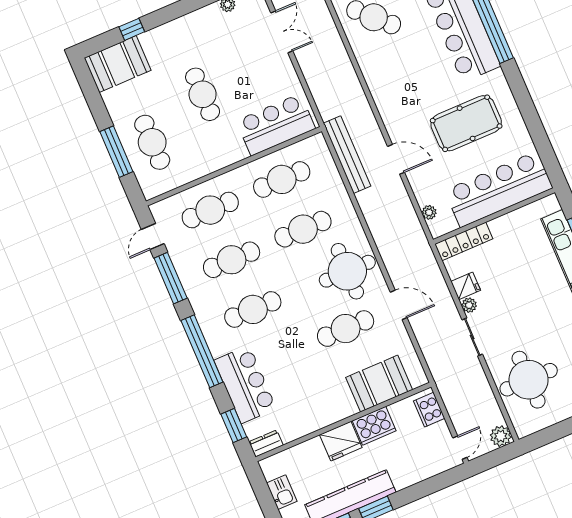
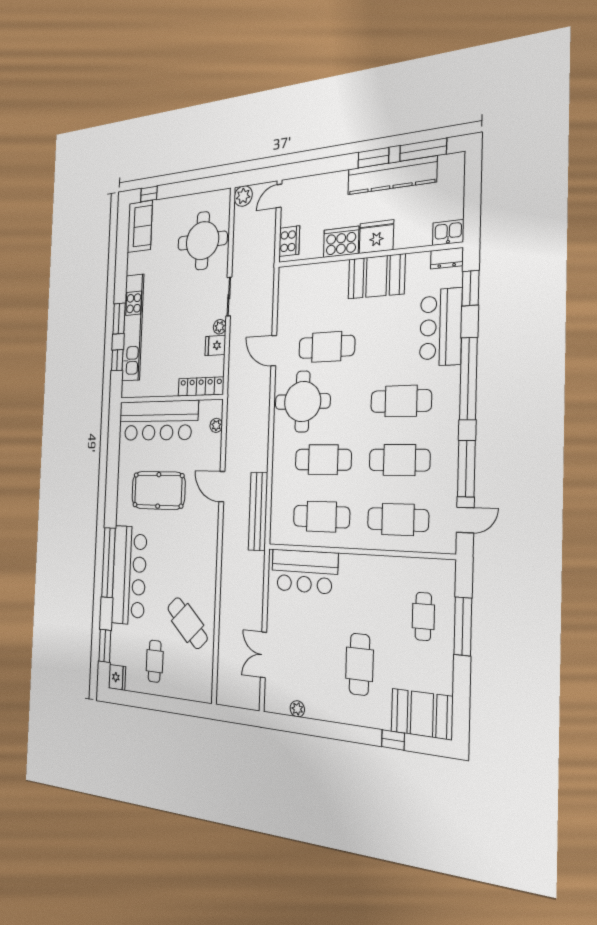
cafe table: (203, 94) -> (359, 664), moved
cafe table: (152, 142) -> (423, 616), width x0.73, depth x0.74
booth: (379, 384) -> (376, 276), moved
kitchen sink: (282, 492) -> (448, 232), moved, turned 90

